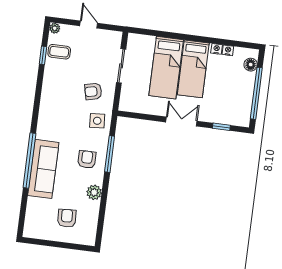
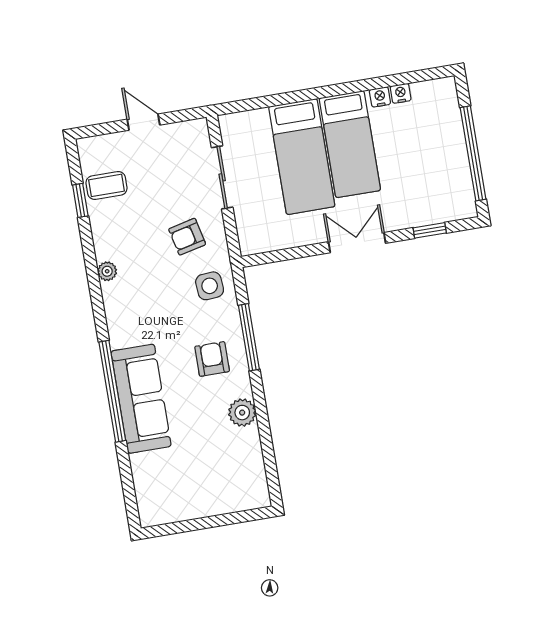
plant: (55, 28) -> (107, 271), moved
floor lamp: (251, 65) -> (448, 106), removed
armchair: (67, 218) -> (208, 472), removed

